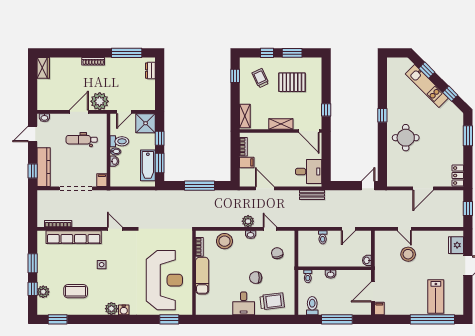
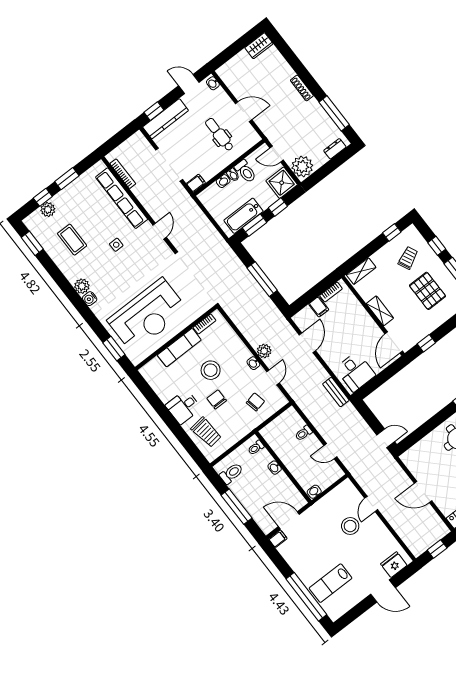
plant: (100, 101) -> (302, 167), moved
stool: (224, 241) -> (211, 370), moved

